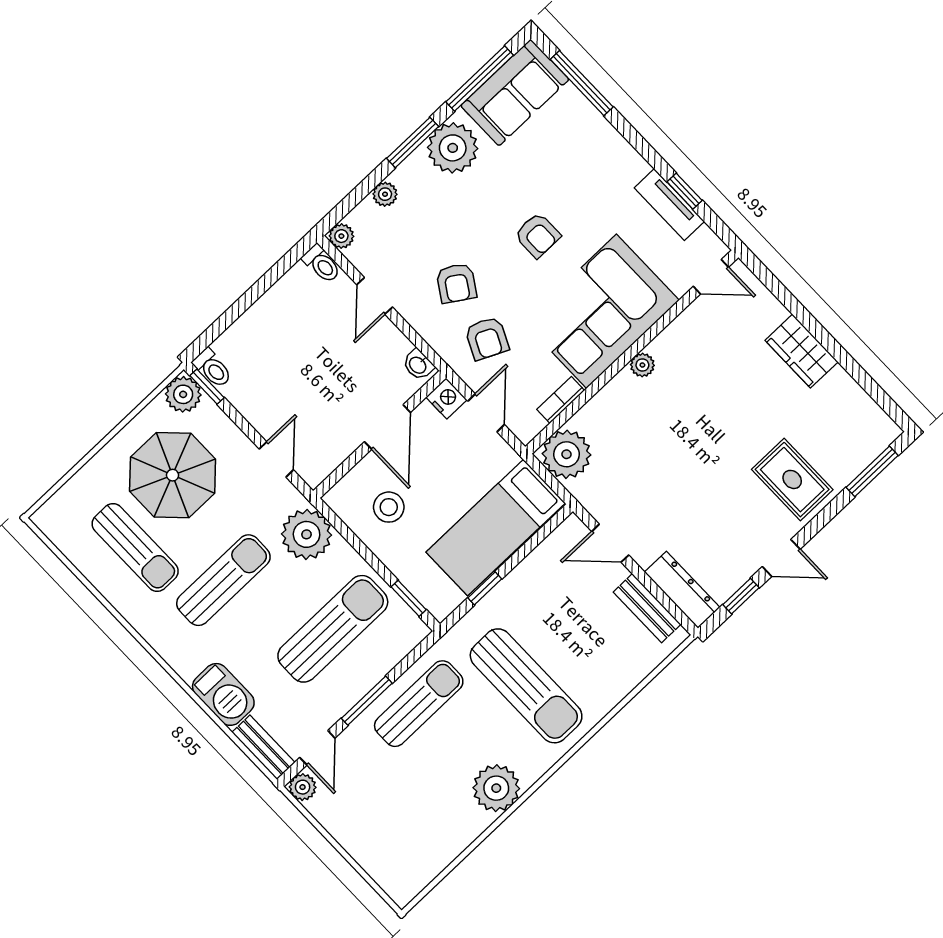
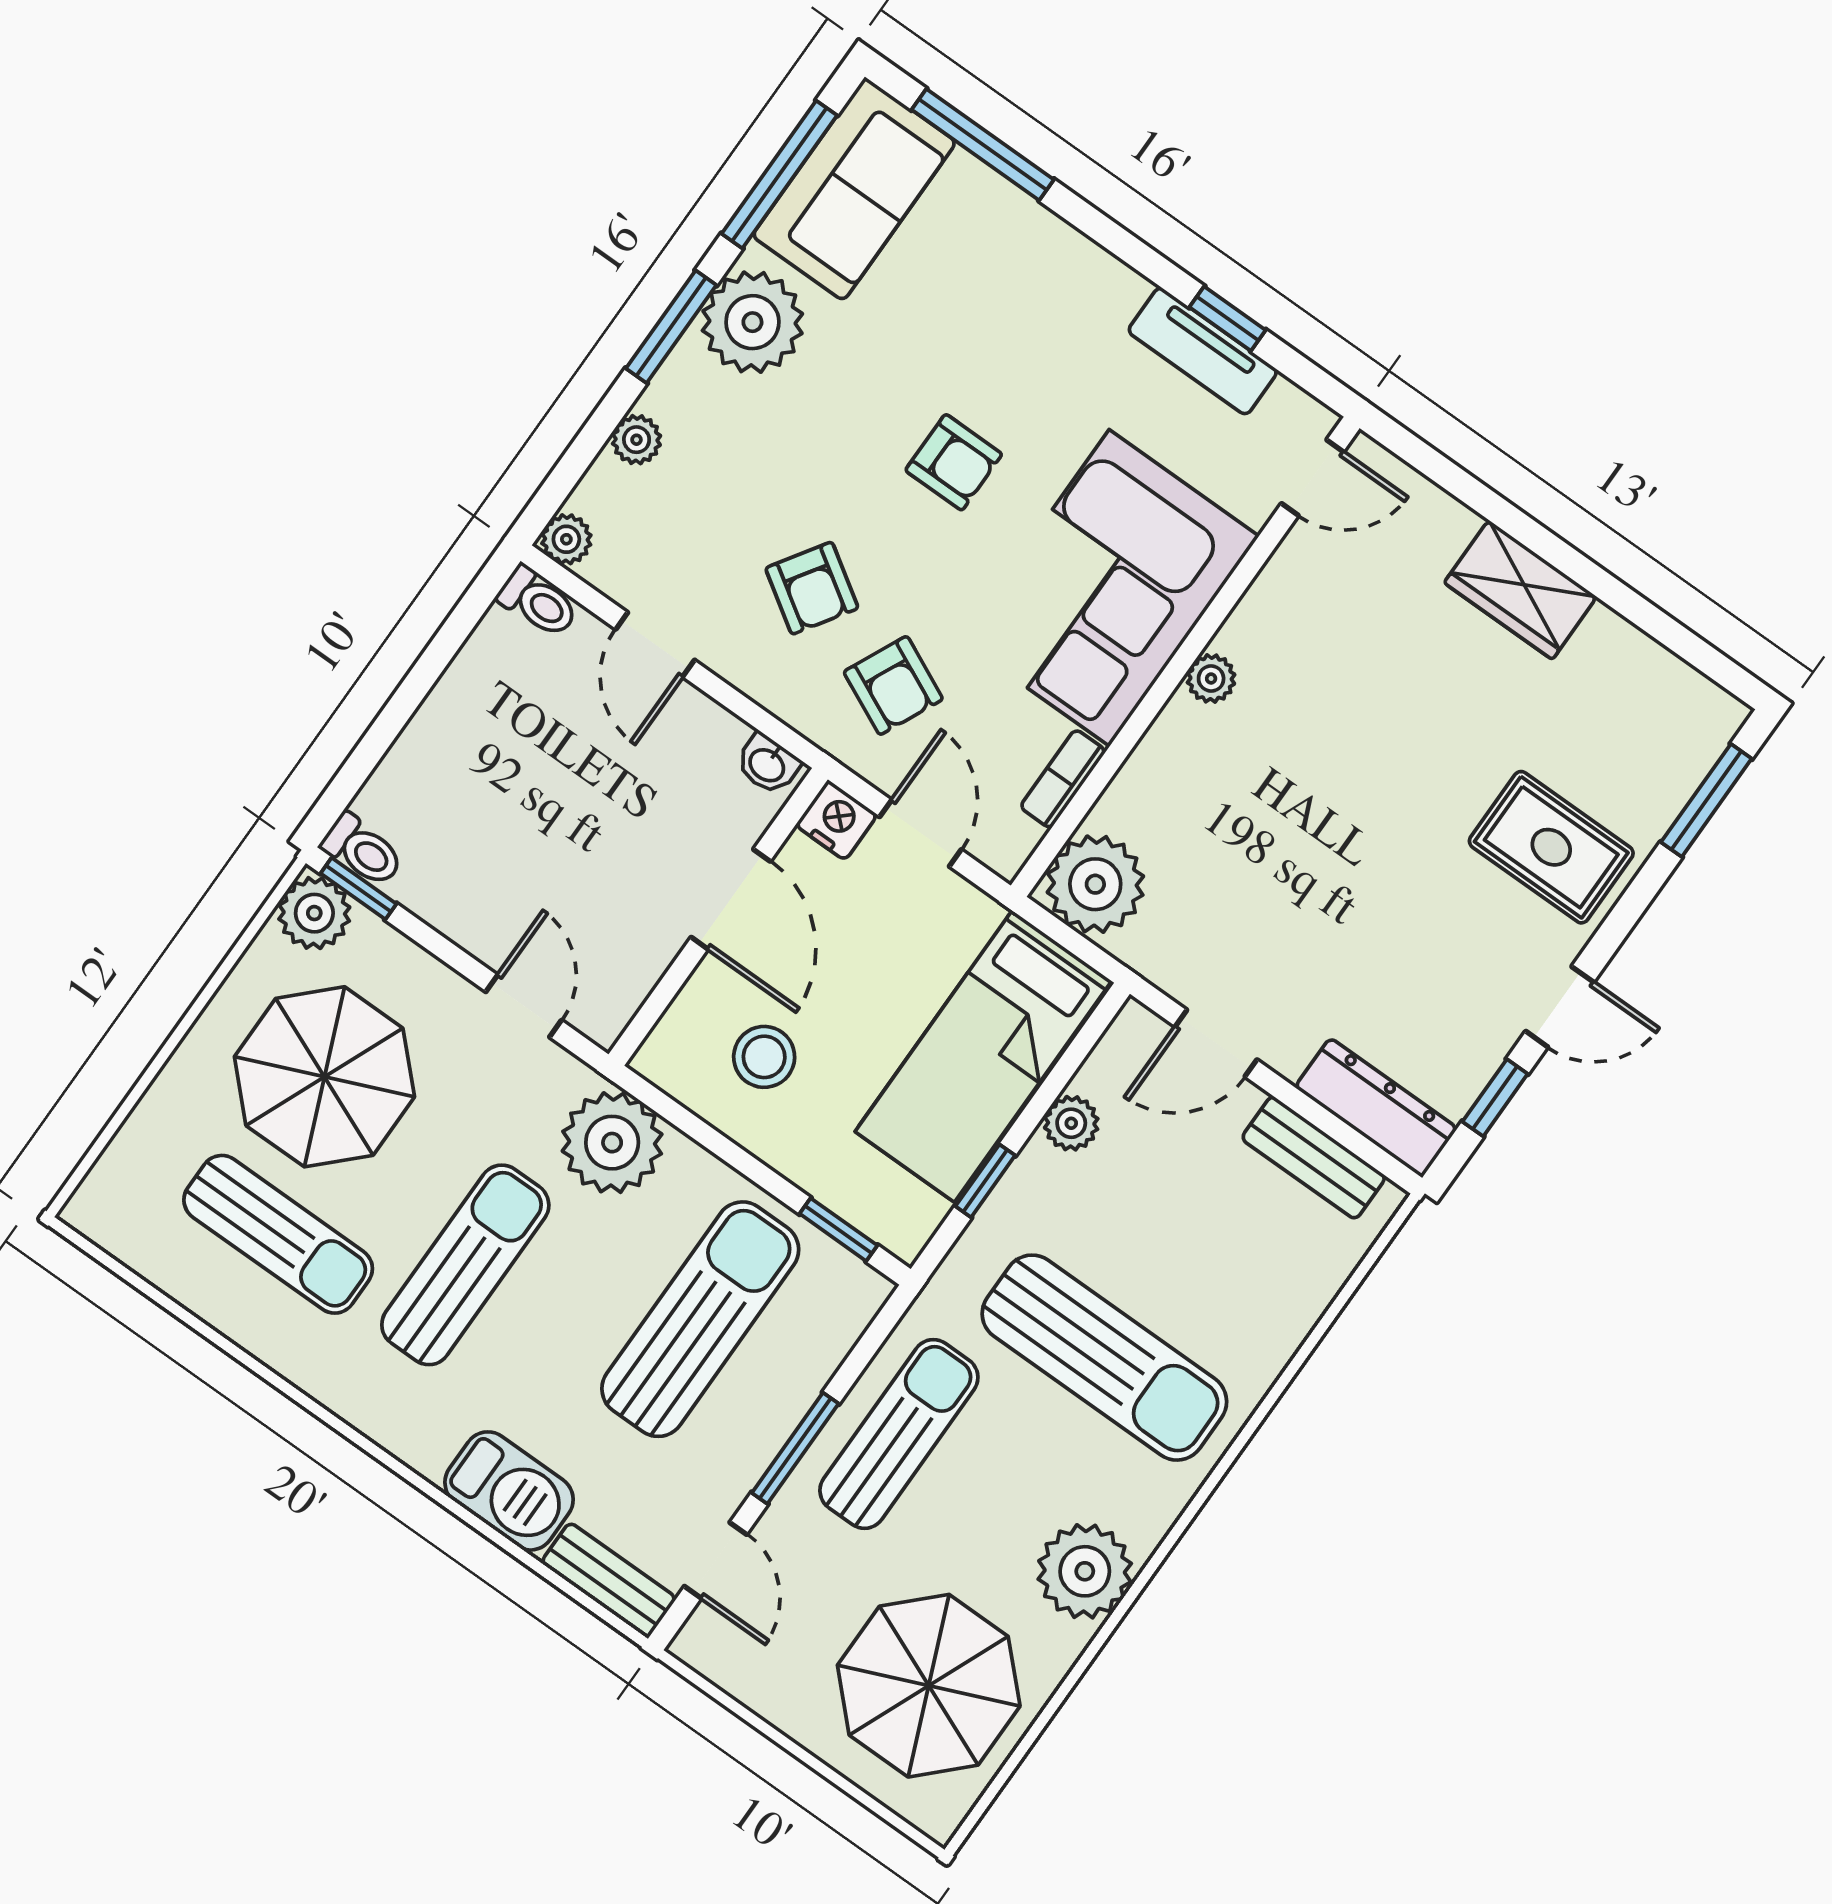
plant: (303, 787) -> (1071, 1123), moved
parasol: (409, 829) -> (929, 1686), added

